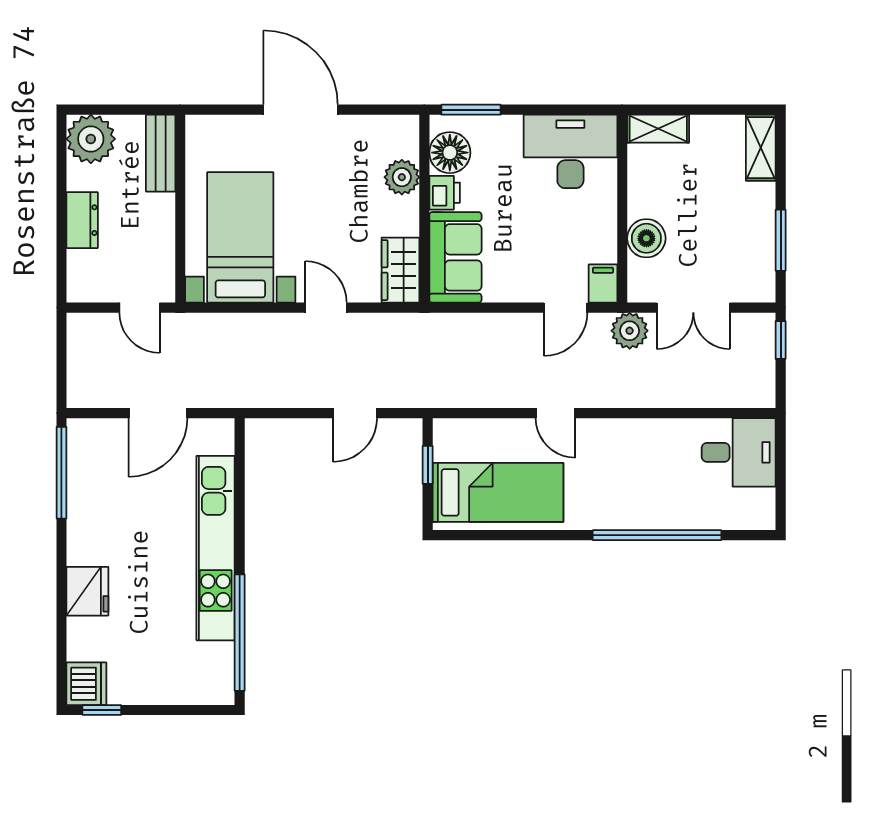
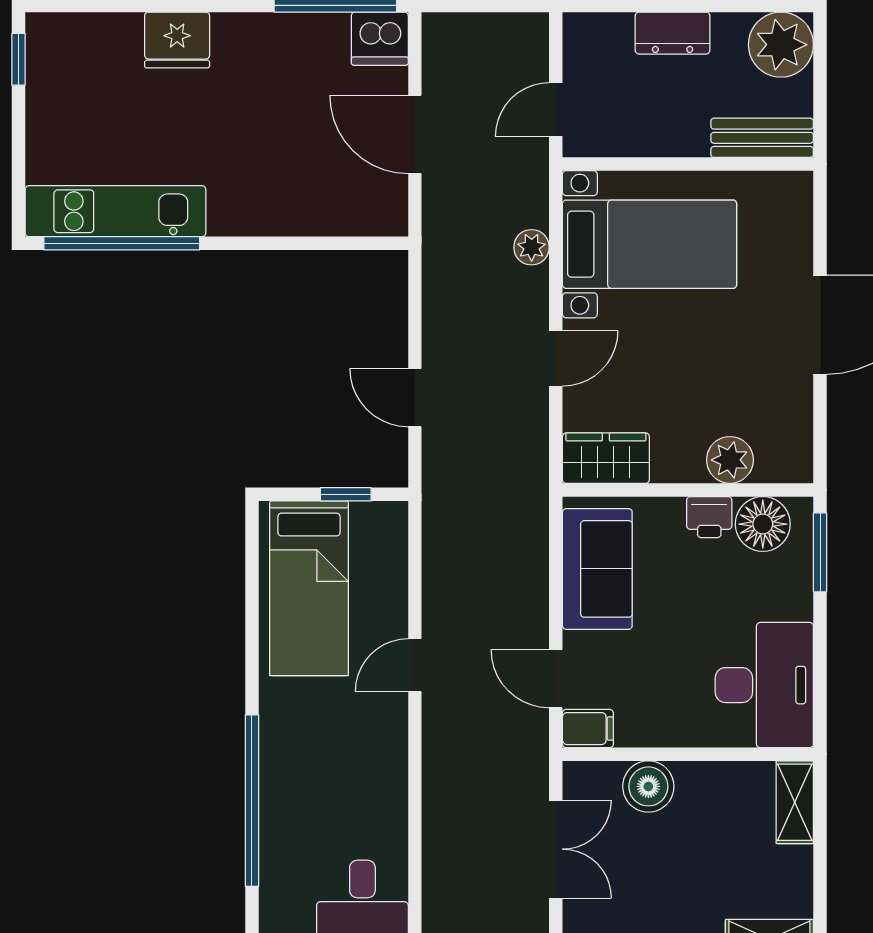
sofa: (455, 257) -> (597, 569), moved, turned -90
double door: (693, 308) -> (556, 849), swing flipped
plant: (630, 331) -> (532, 247), moved, width x0.73, depth x0.73
kitchen unit: (216, 548) -> (115, 211), moved, width x0.73
dishwasher: (86, 684) -> (380, 39), moved

